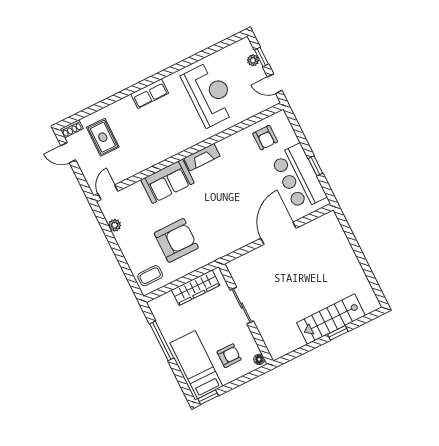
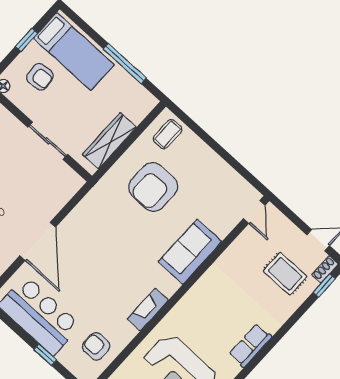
window: (77, 117) -> (324, 285), added
fireplace: (202, 157) -> (148, 310), moved
window: (315, 166) -> (45, 355), moved
plant: (115, 225) -> (232, 177), removed
armchair: (229, 356) -> (40, 77), turned -95
window: (208, 397) -> (26, 40), moved

